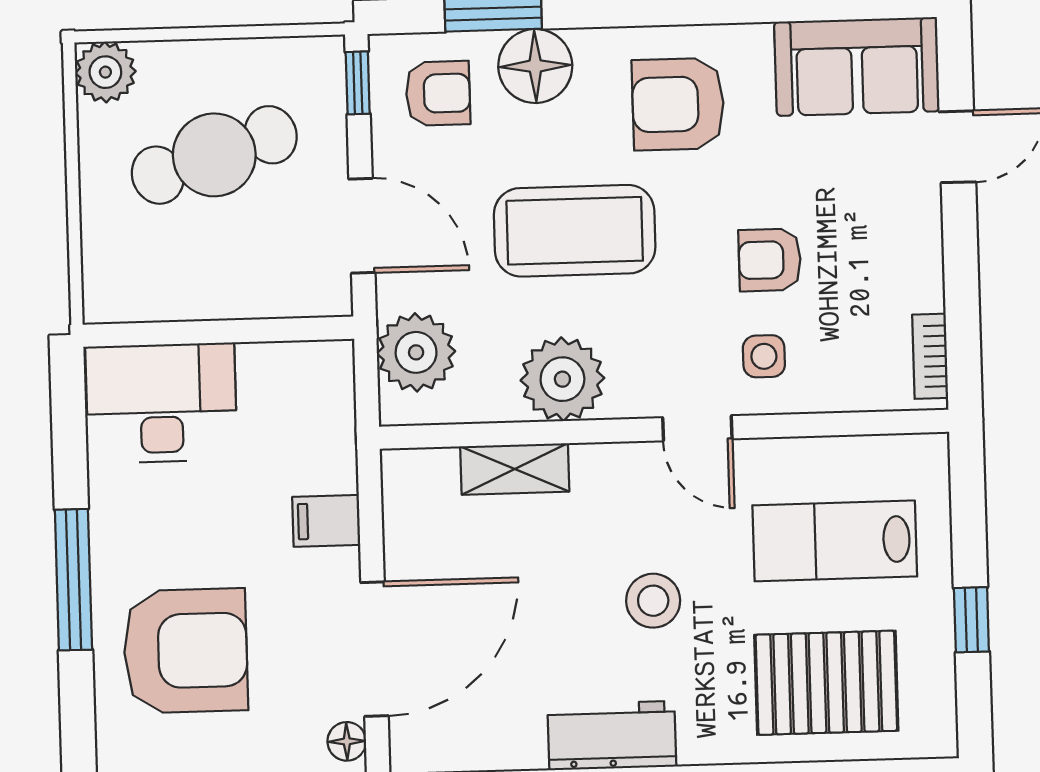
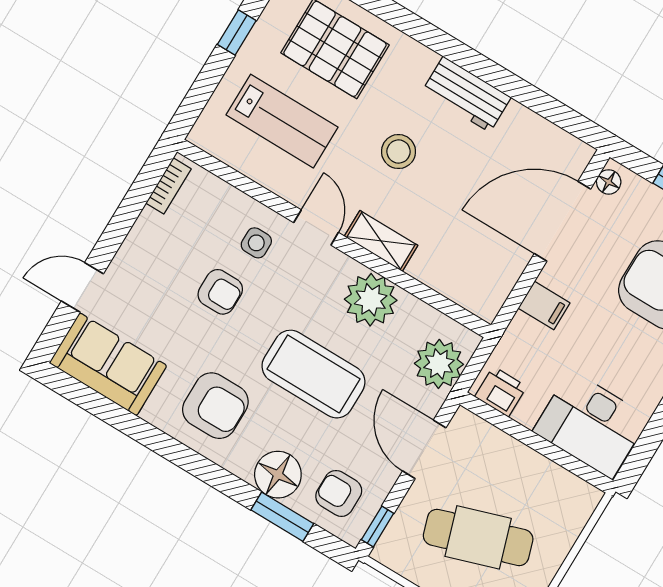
printer: (310, 369) -> (501, 392), added
shelving: (515, 469) -> (381, 241), moved

